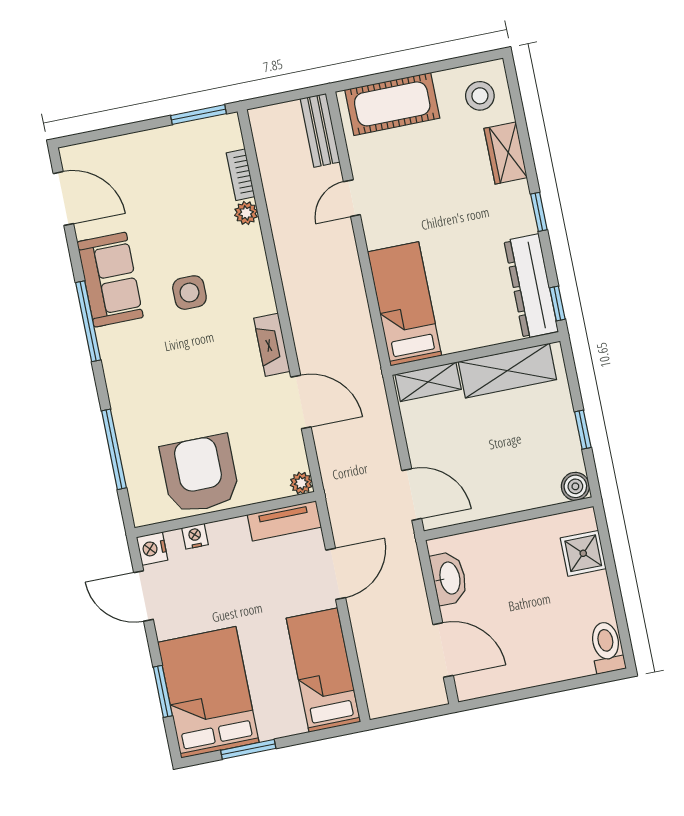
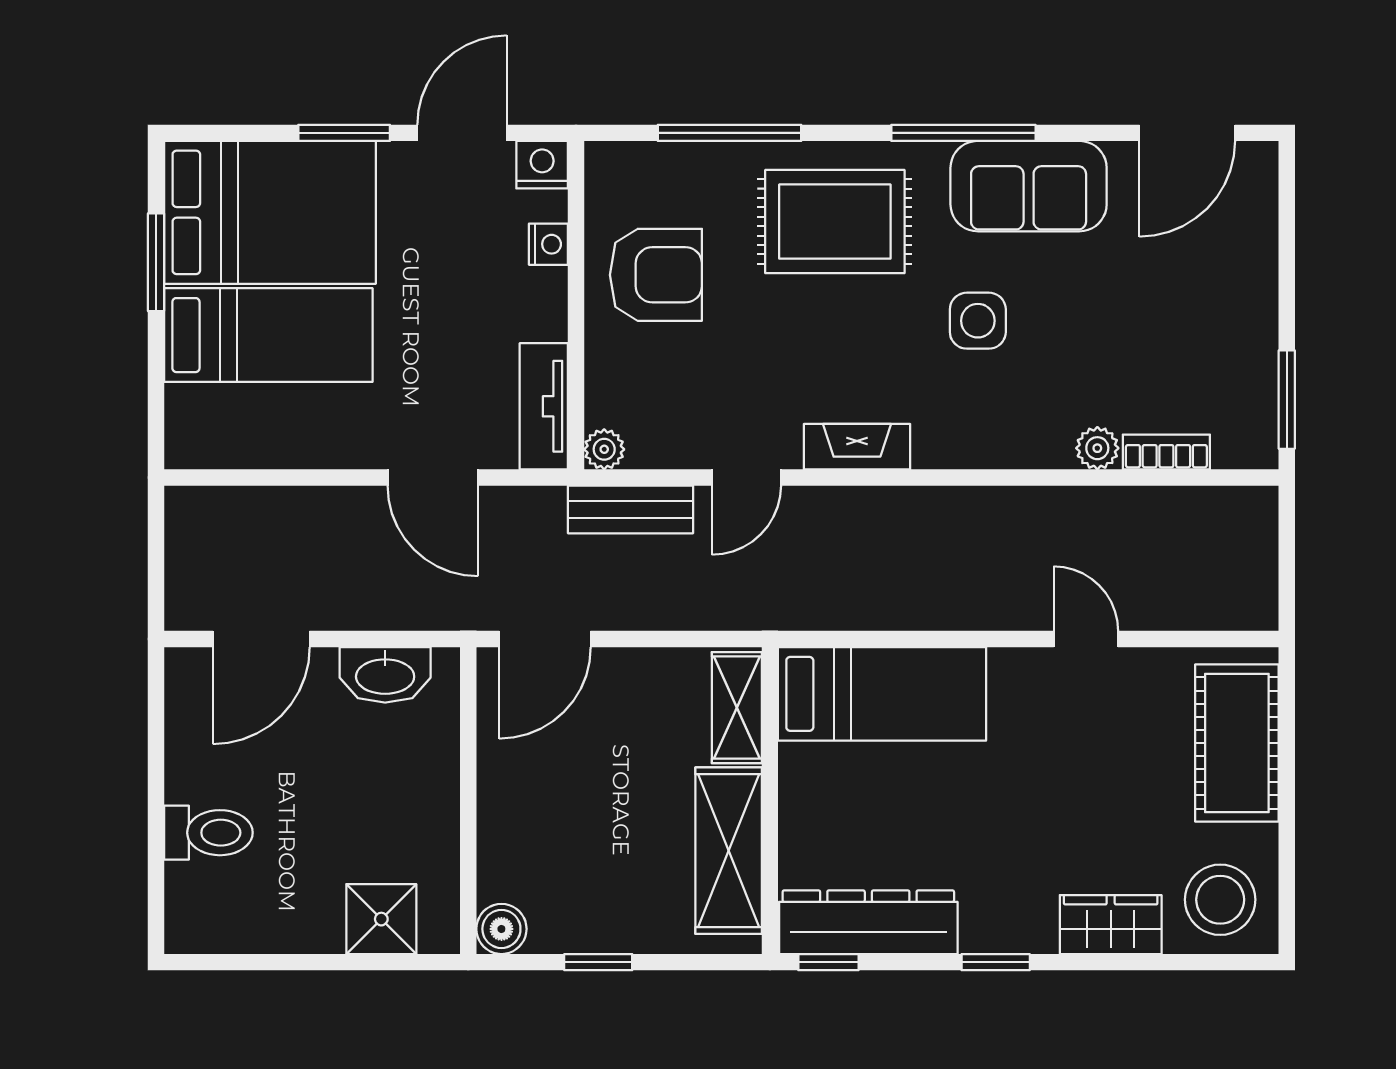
stool: (480, 96) -> (1220, 900), width x1.38, depth x1.38
bench: (320, 130) -> (631, 509), moved
rug: (151, 382) -> (835, 222), added
door: (301, 402) -> (746, 477), width x0.73
armchair: (200, 474) -> (656, 275), width x0.73, depth x0.73
toilet: (607, 647) -> (208, 833), moved
bed: (323, 670) -> (268, 335), moved
window: (163, 691) -> (344, 133), moved

